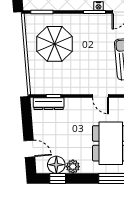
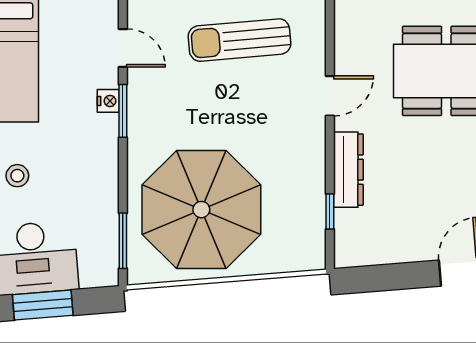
parasol: (54, 44) -> (201, 210), width x1.36, depth x1.36
dresser: (49, 104) -> (348, 170), moved

